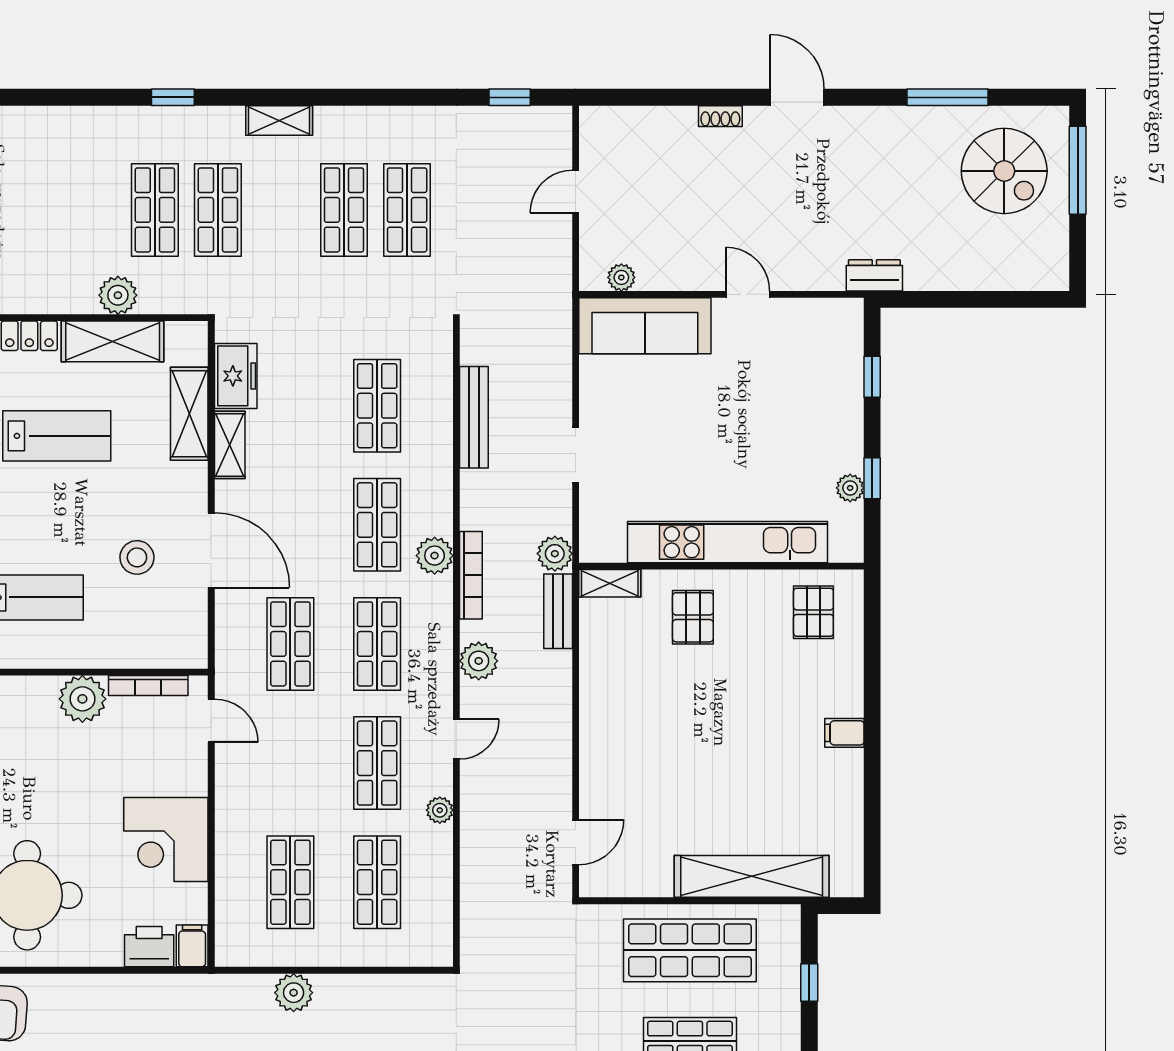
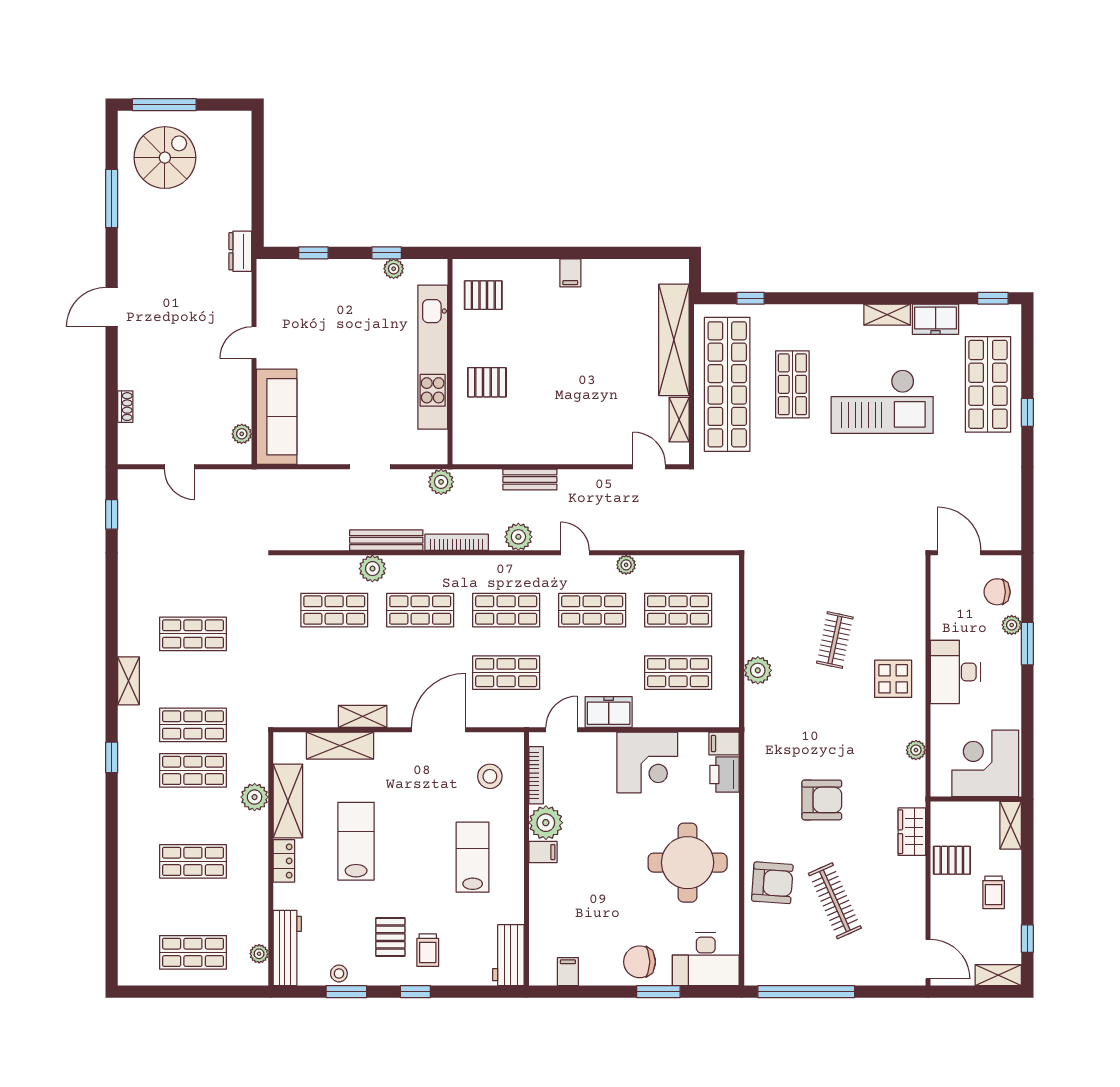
shoe rack: (720, 116) -> (125, 407), moved
shop shelf: (407, 210) -> (193, 861), moved
freezer: (236, 376) -> (609, 712), moved
bench: (474, 417) -> (386, 540), moved
plant: (435, 556) -> (372, 569), moved
stool: (137, 557) -> (490, 776), moved
shelving: (610, 583) -> (679, 420), moved
bench: (558, 611) -> (530, 479), moved
filing cabinet: (42, 695) -> (543, 852), added
shop shelf: (690, 950) -> (727, 384), width x1.40

